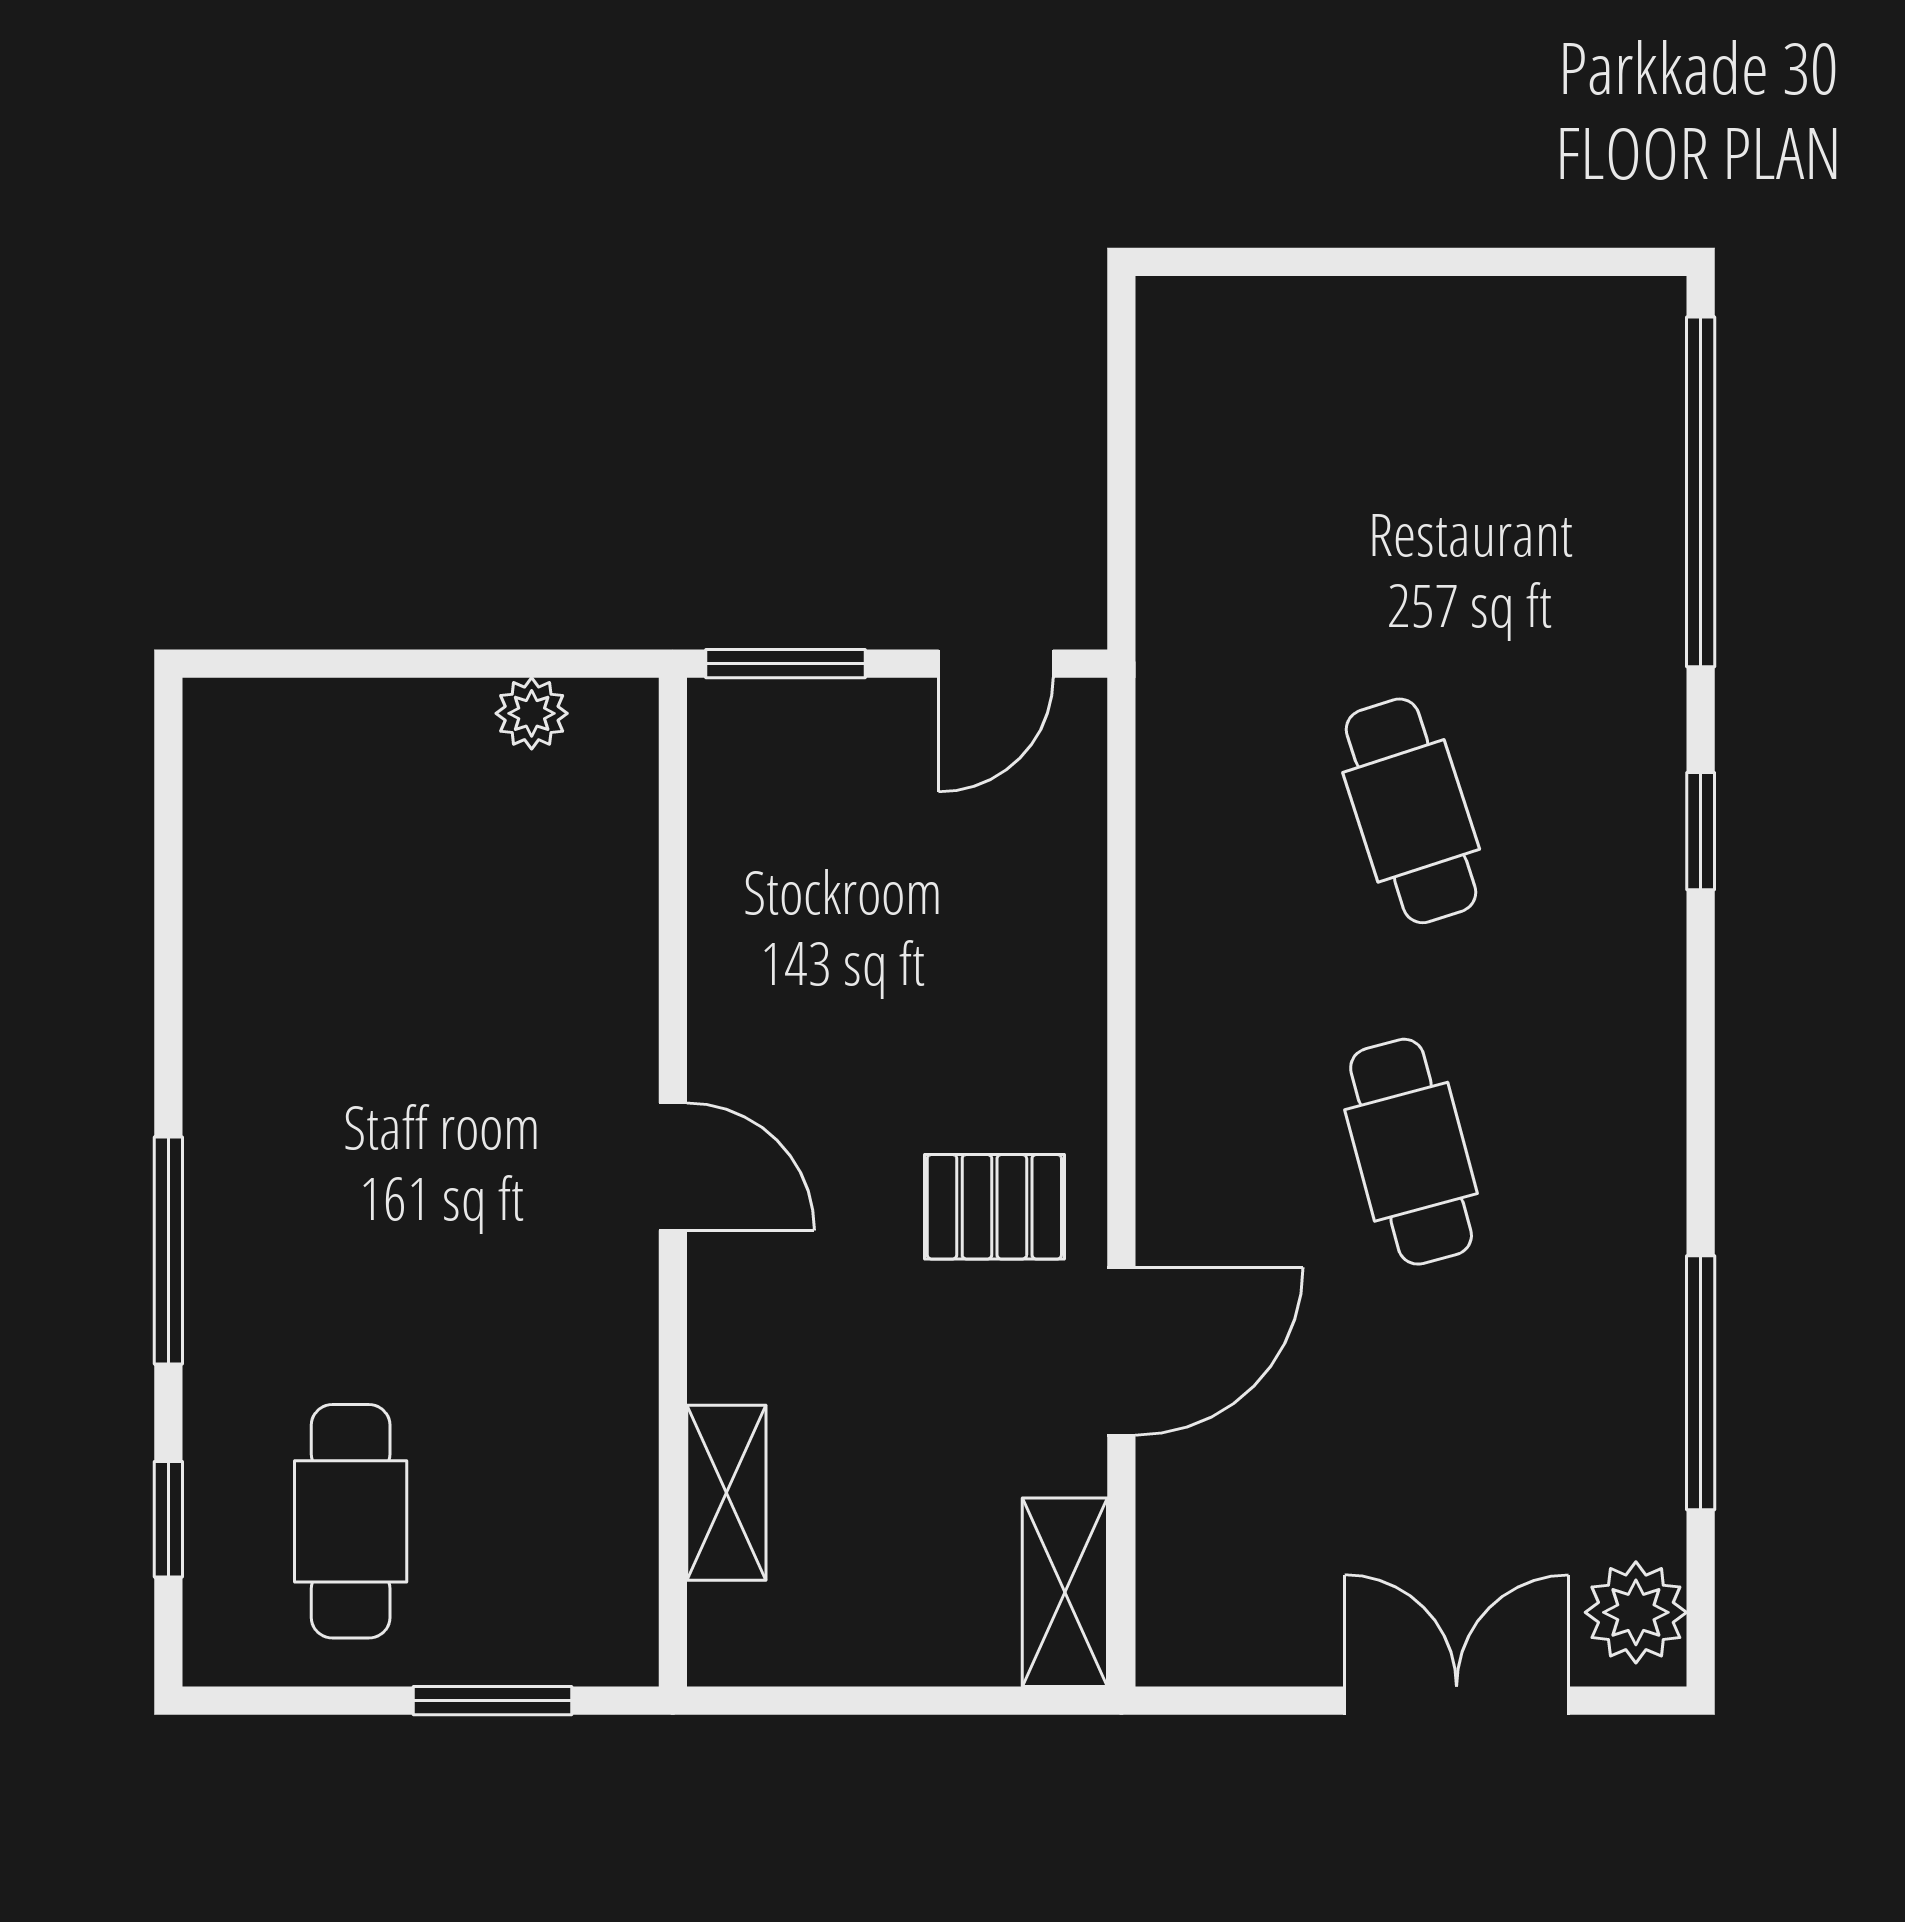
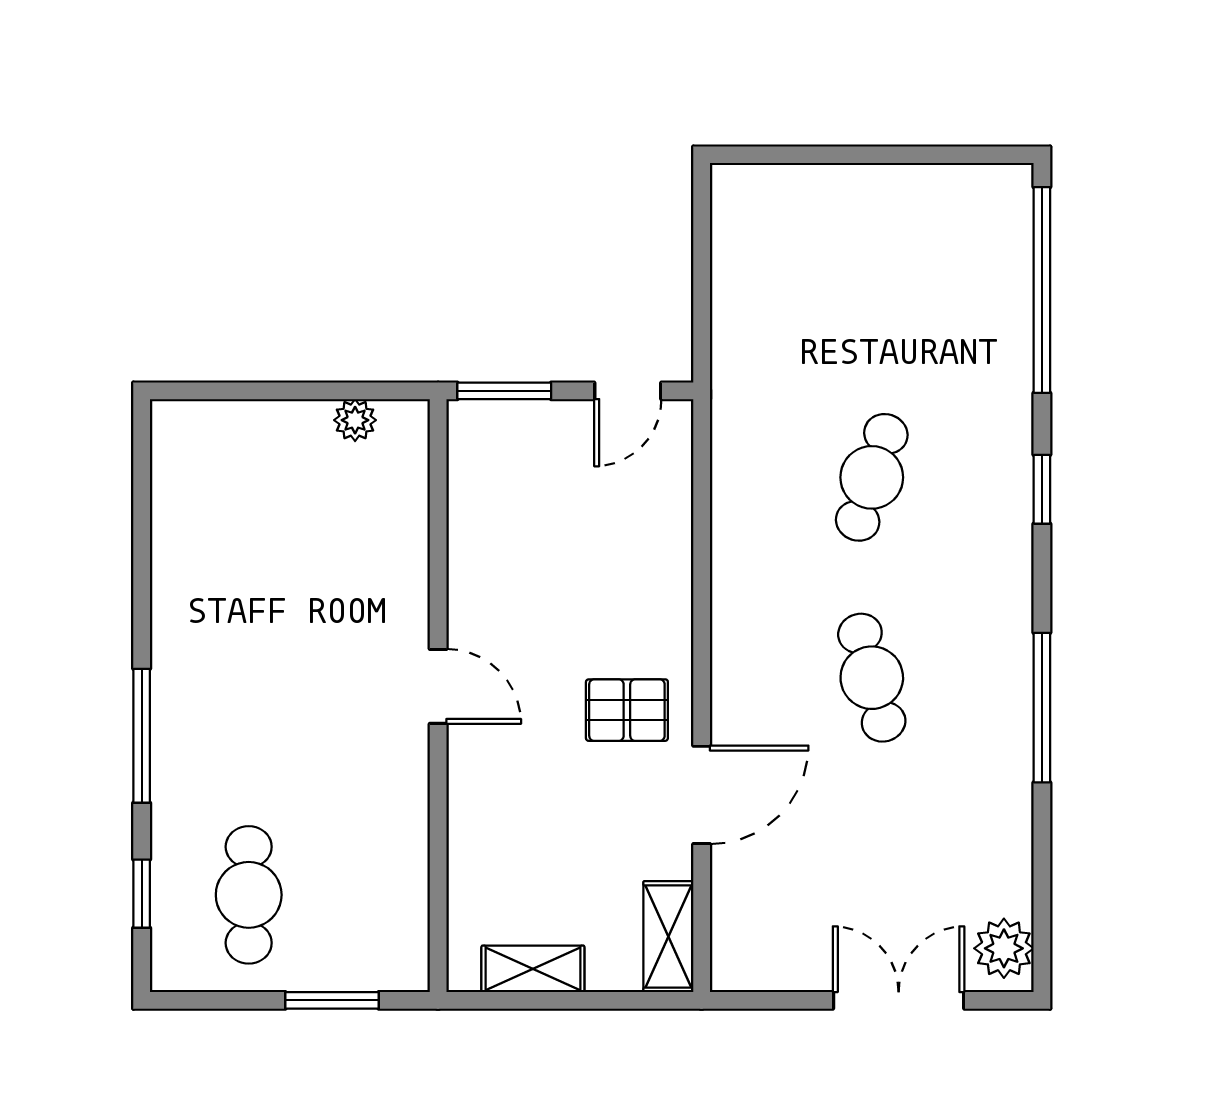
cafe table: (1411, 811) -> (872, 477), turned 36
window: (1701, 1383) -> (1042, 708), moved
shelving: (726, 1493) -> (533, 969), moved, turned 90

